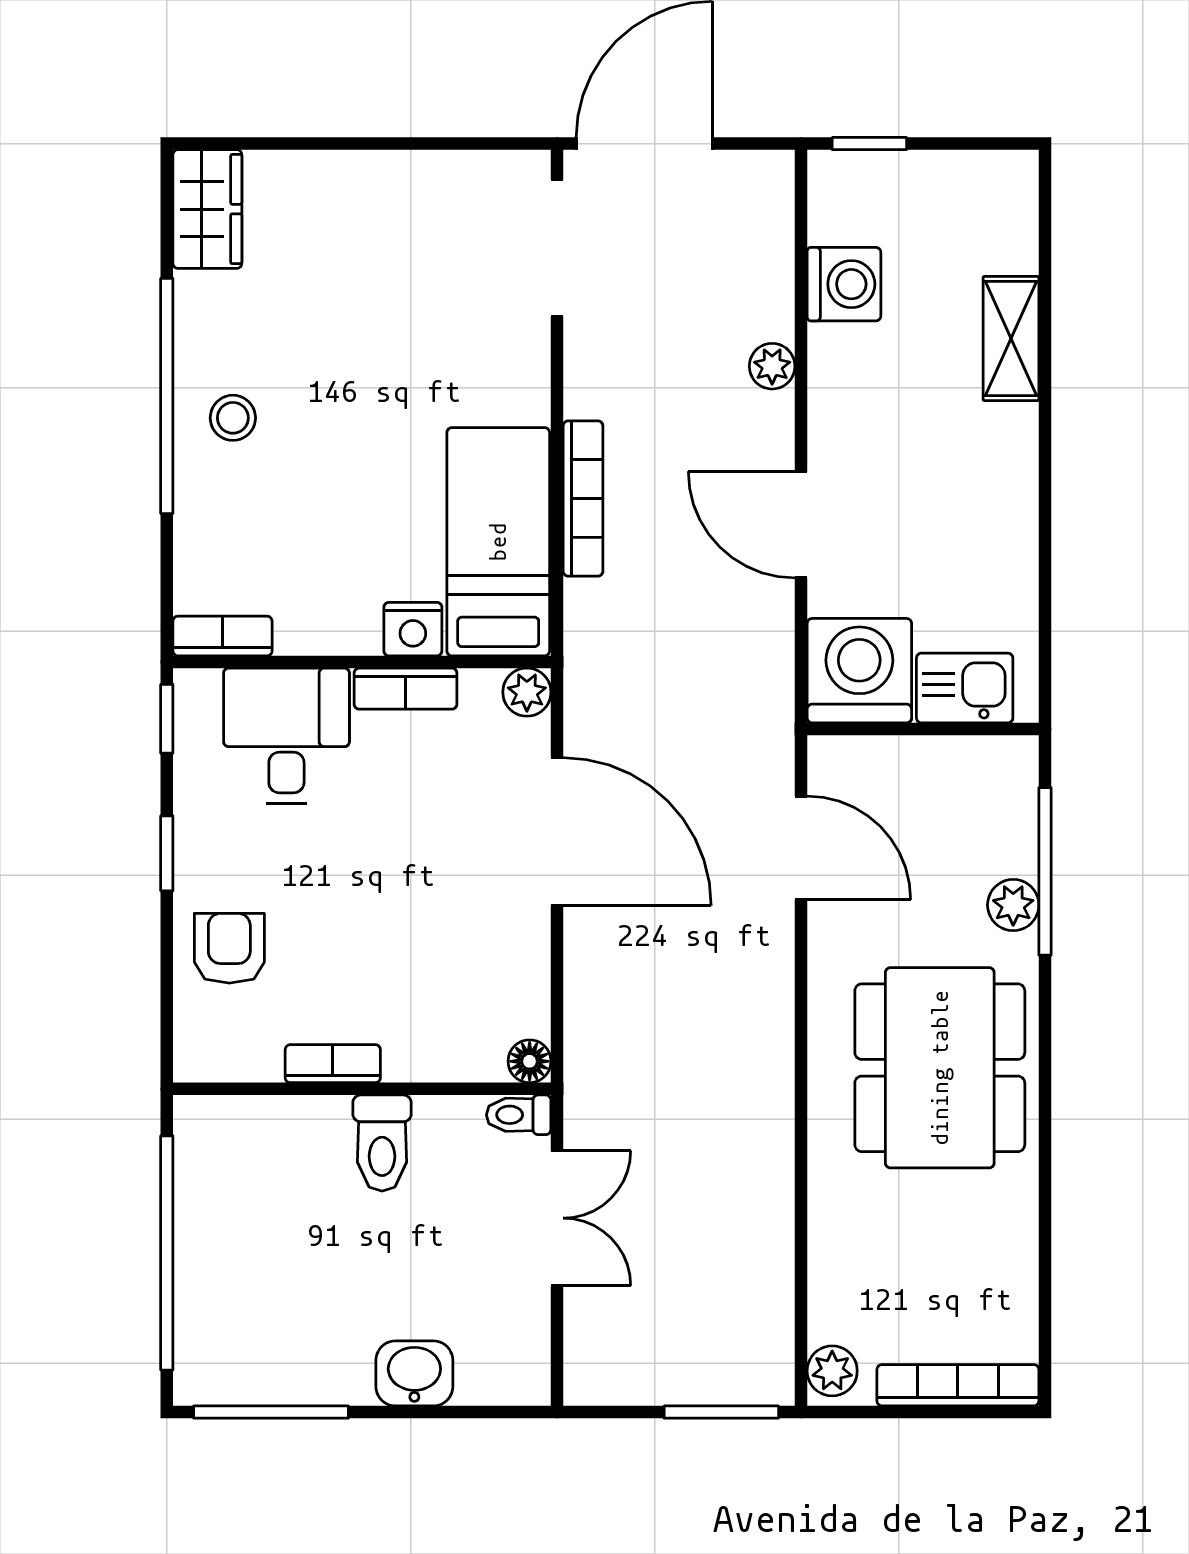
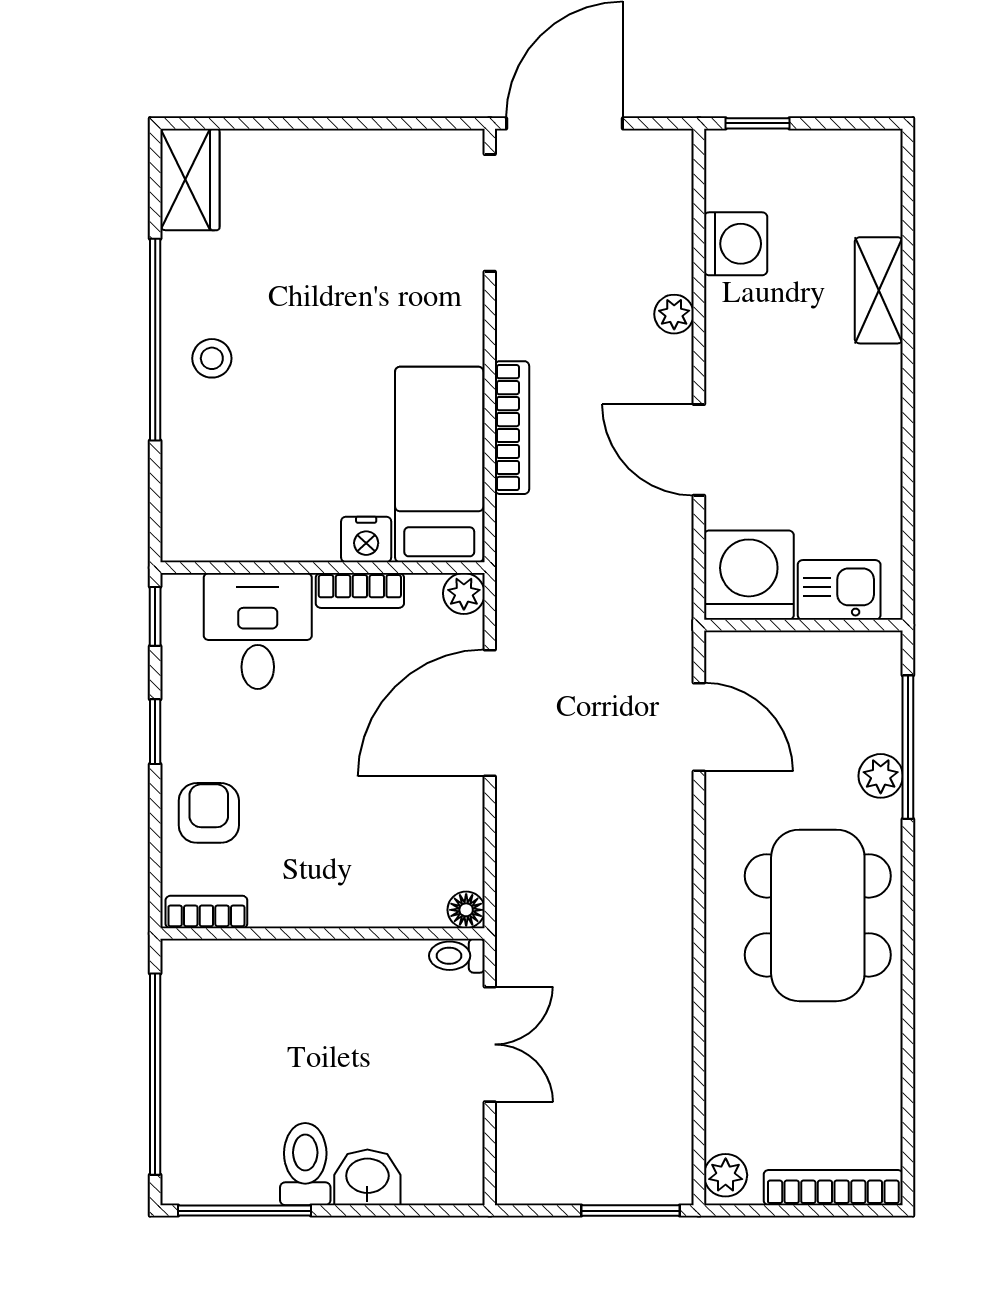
bookcase: (222, 636) -> (203, 545), removed
door: (557, 832) -> (490, 713), swing flipped
bookcase: (333, 1064) -> (206, 912), moved
toilet: (382, 1143) -> (305, 1164), moved, turned 180

